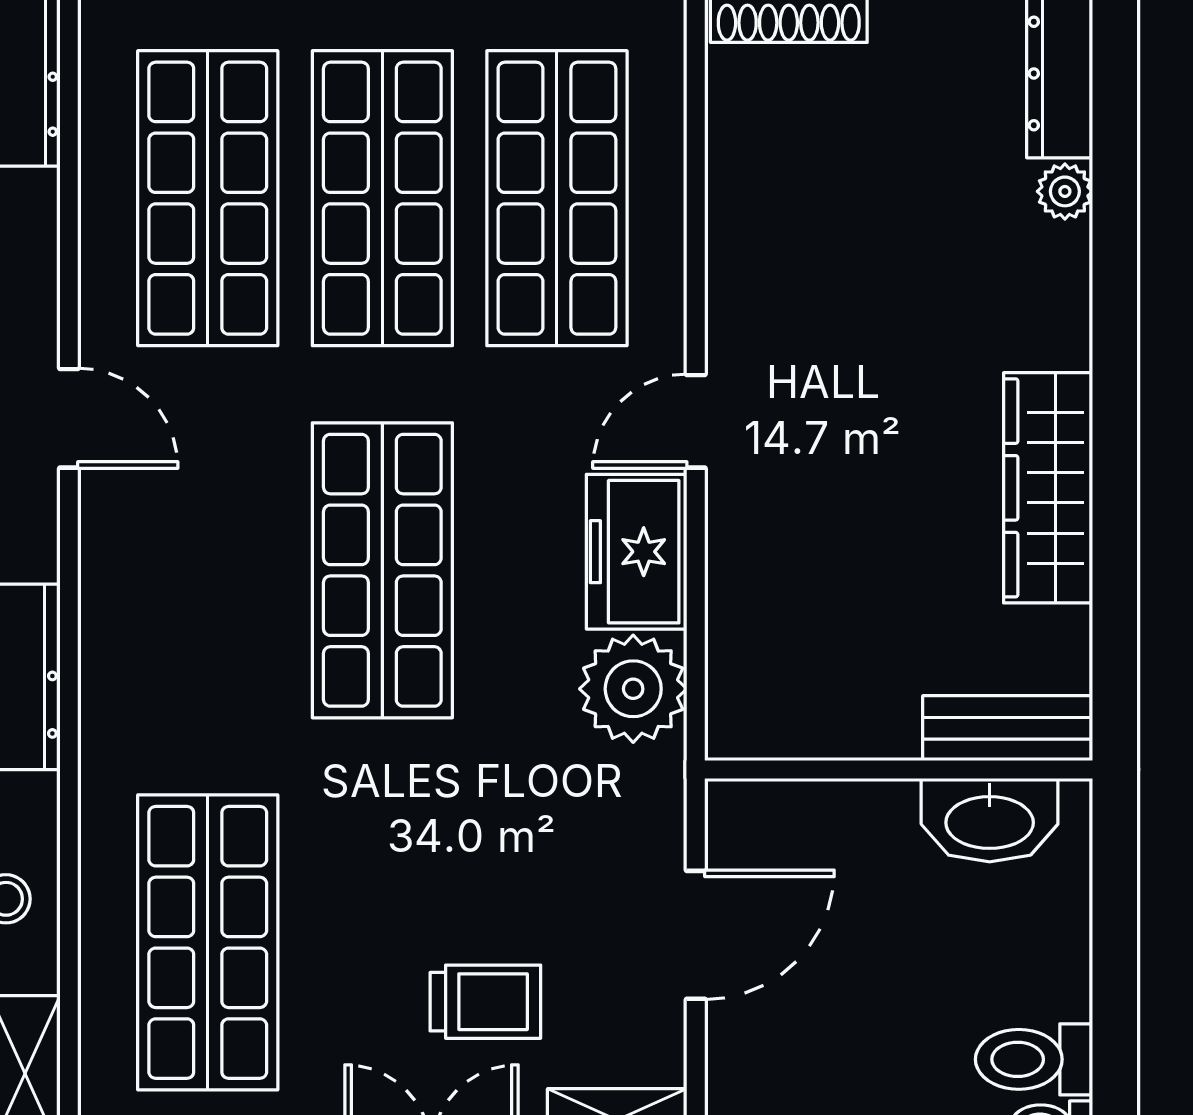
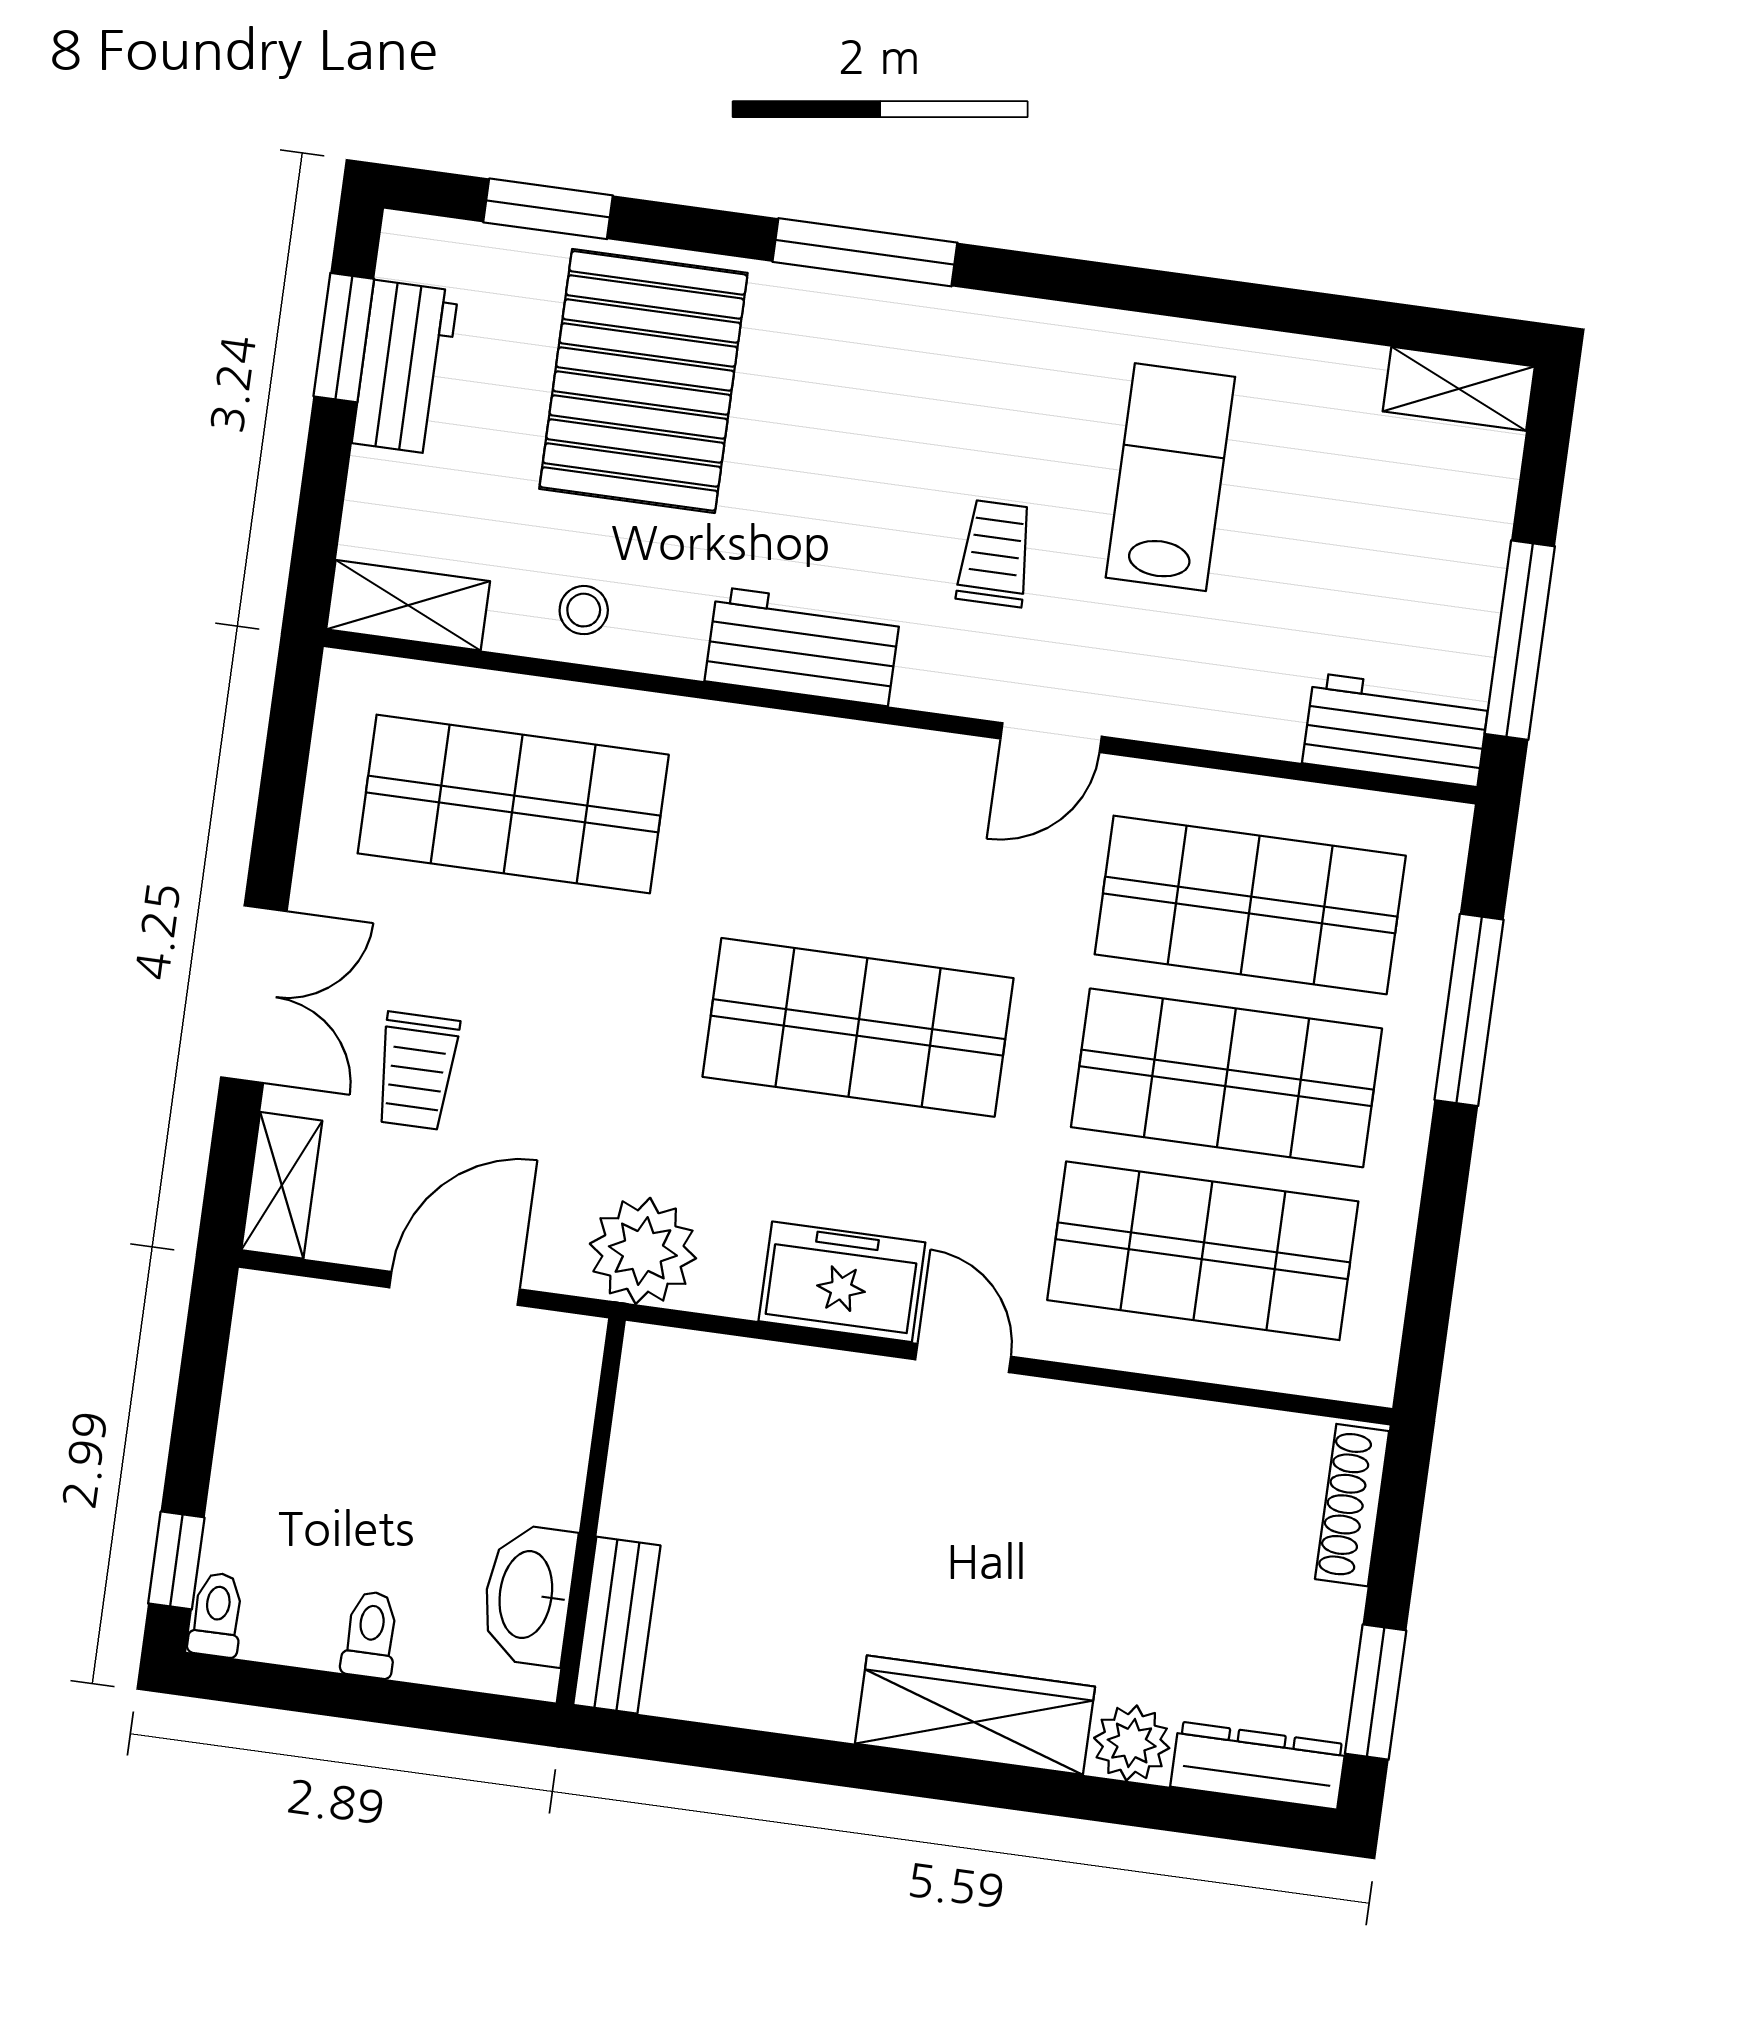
plant: (1065, 191) -> (1132, 1743), width x1.38, depth x1.38
wardrobe: (1048, 488) -> (975, 1715), moved
plant: (633, 689) -> (643, 1251), moved
door: (696, 935) -> (455, 1288), swing flipped
toilet: (1034, 1059) -> (370, 1635), moved, width x0.73, depth x0.72

